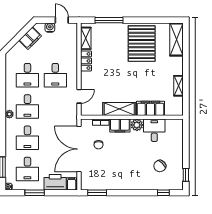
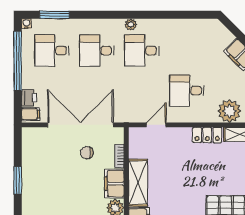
plant: (69, 46) -> (229, 111), added
desk: (27, 75) -> (187, 51), removed
door: (79, 96) -> (156, 125), swing flipped
printer: (55, 182) -> (29, 98), width x0.53, depth x0.68
window: (35, 193) -> (18, 61), width x2.11
window: (97, 193) -> (18, 180), moved

